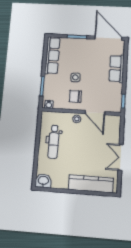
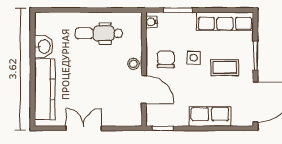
coffee table: (84, 57) -> (225, 67), added
door: (95, 113) -> (144, 89), swing flipped
washbasin: (43, 181) -> (44, 47), moved

